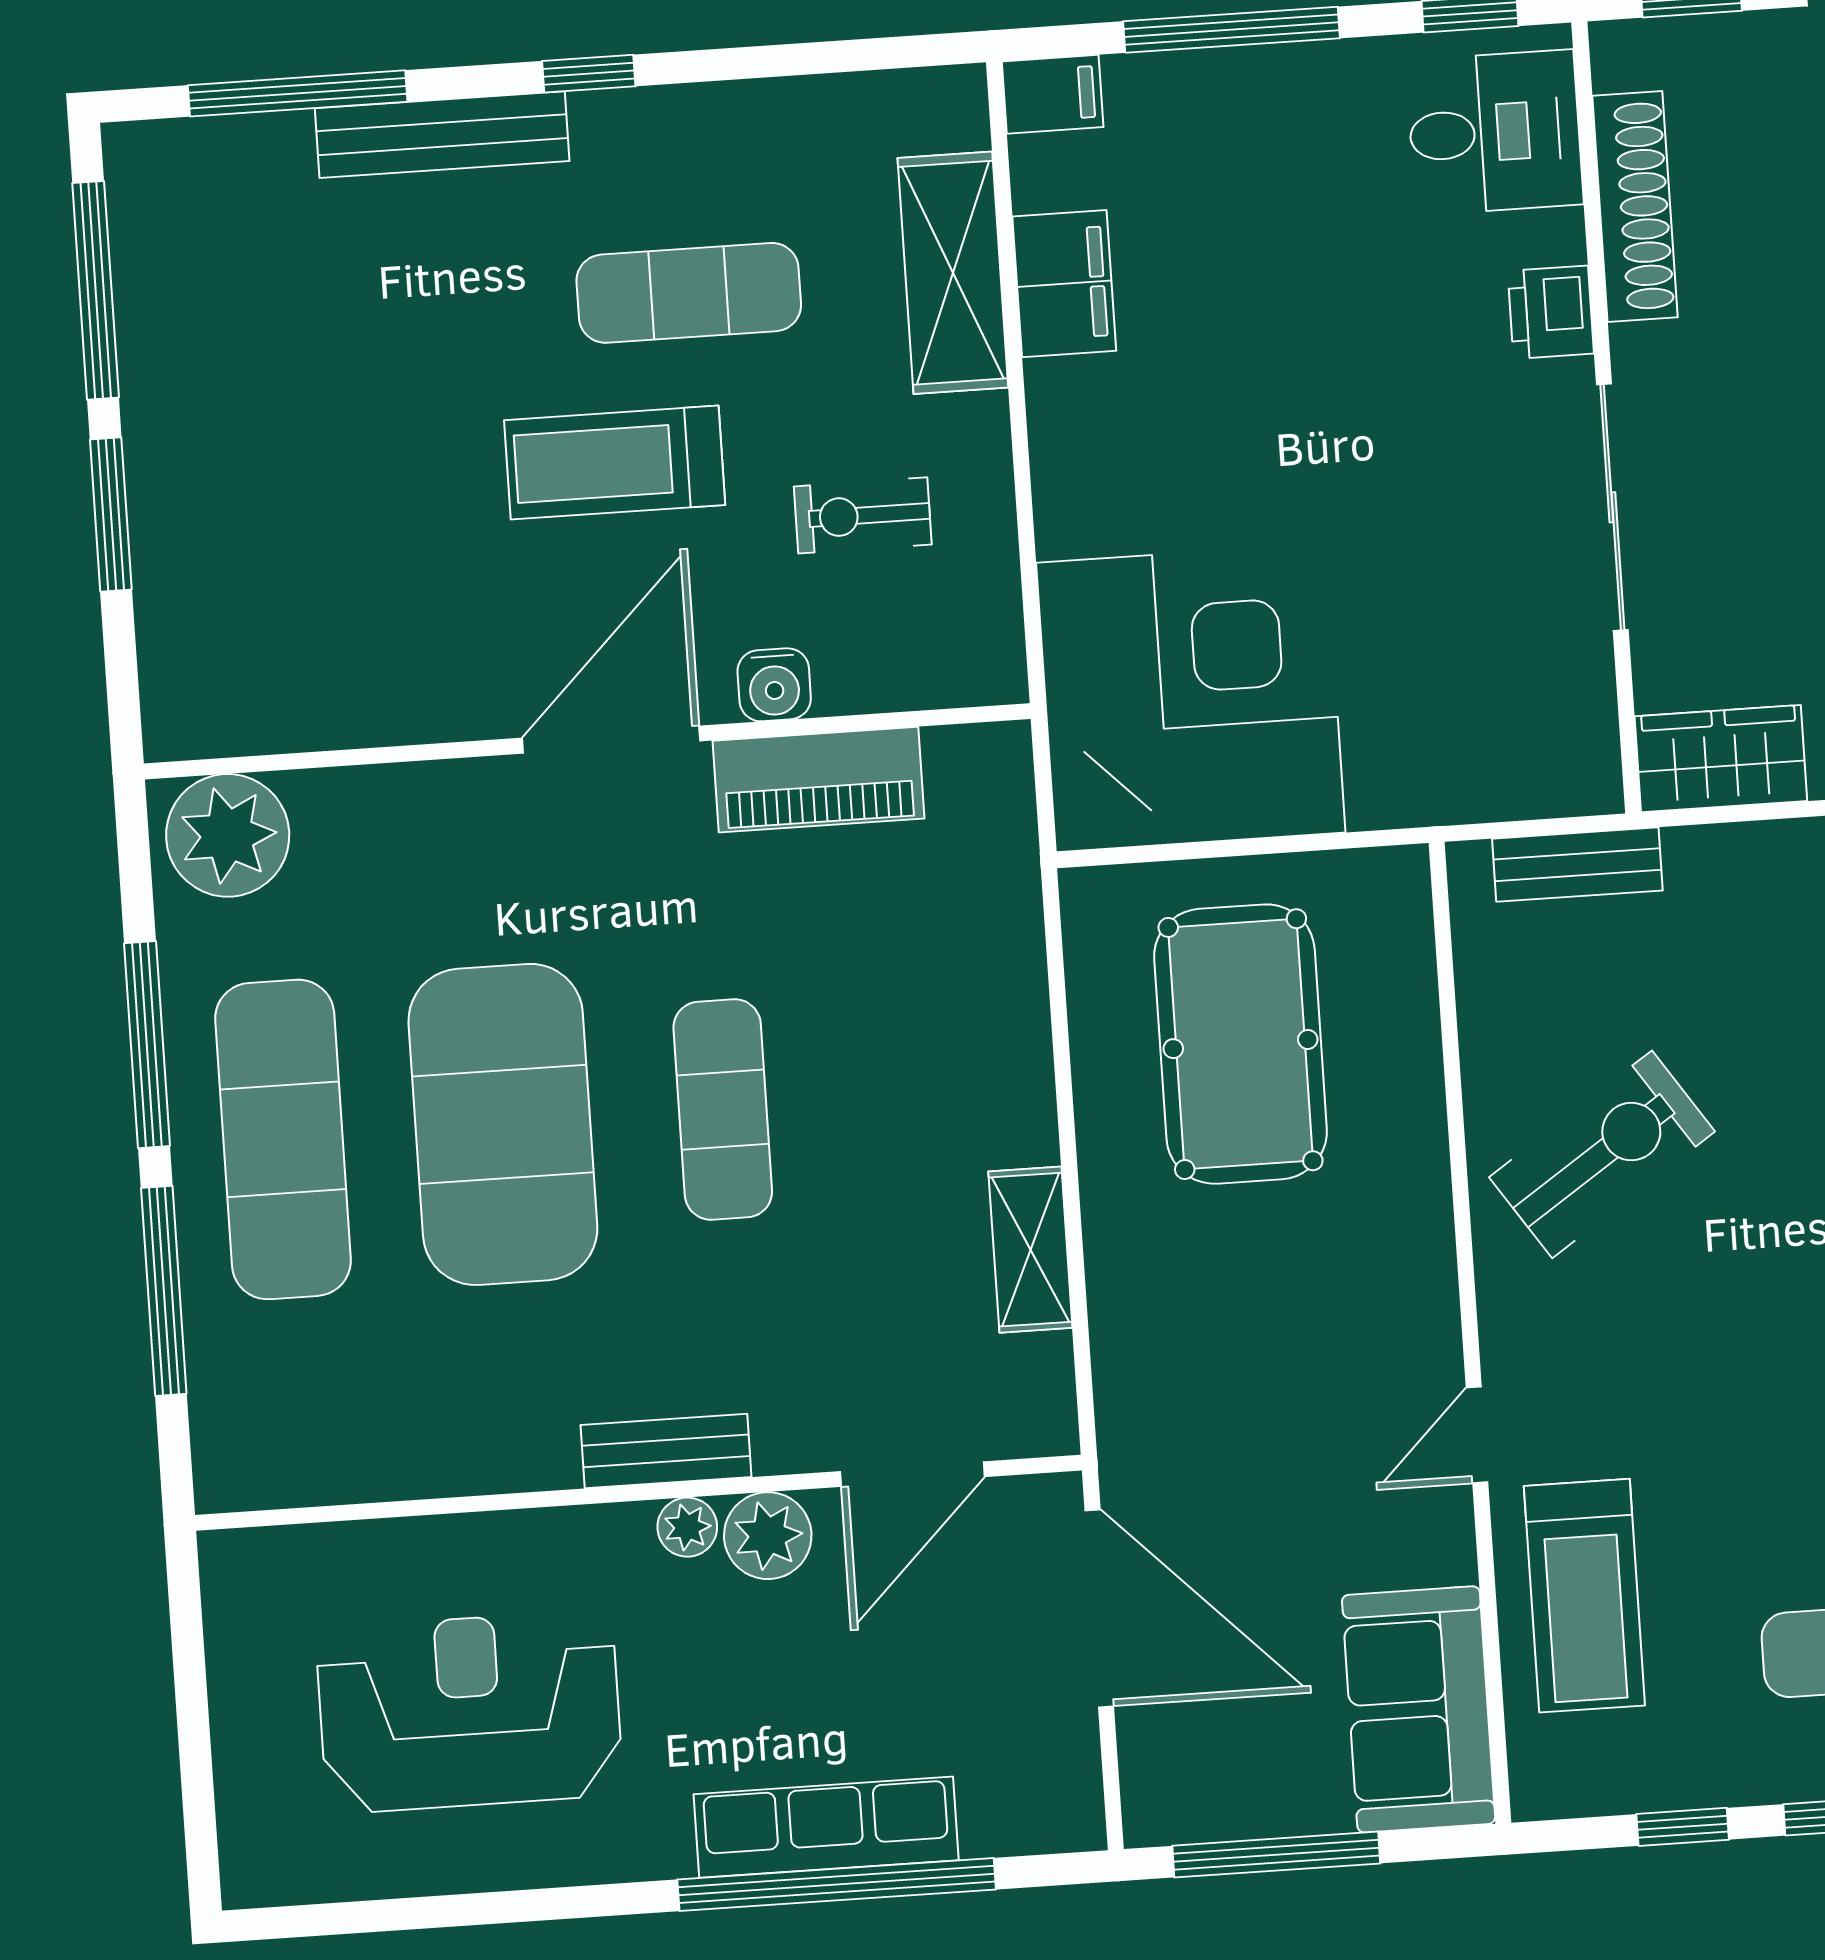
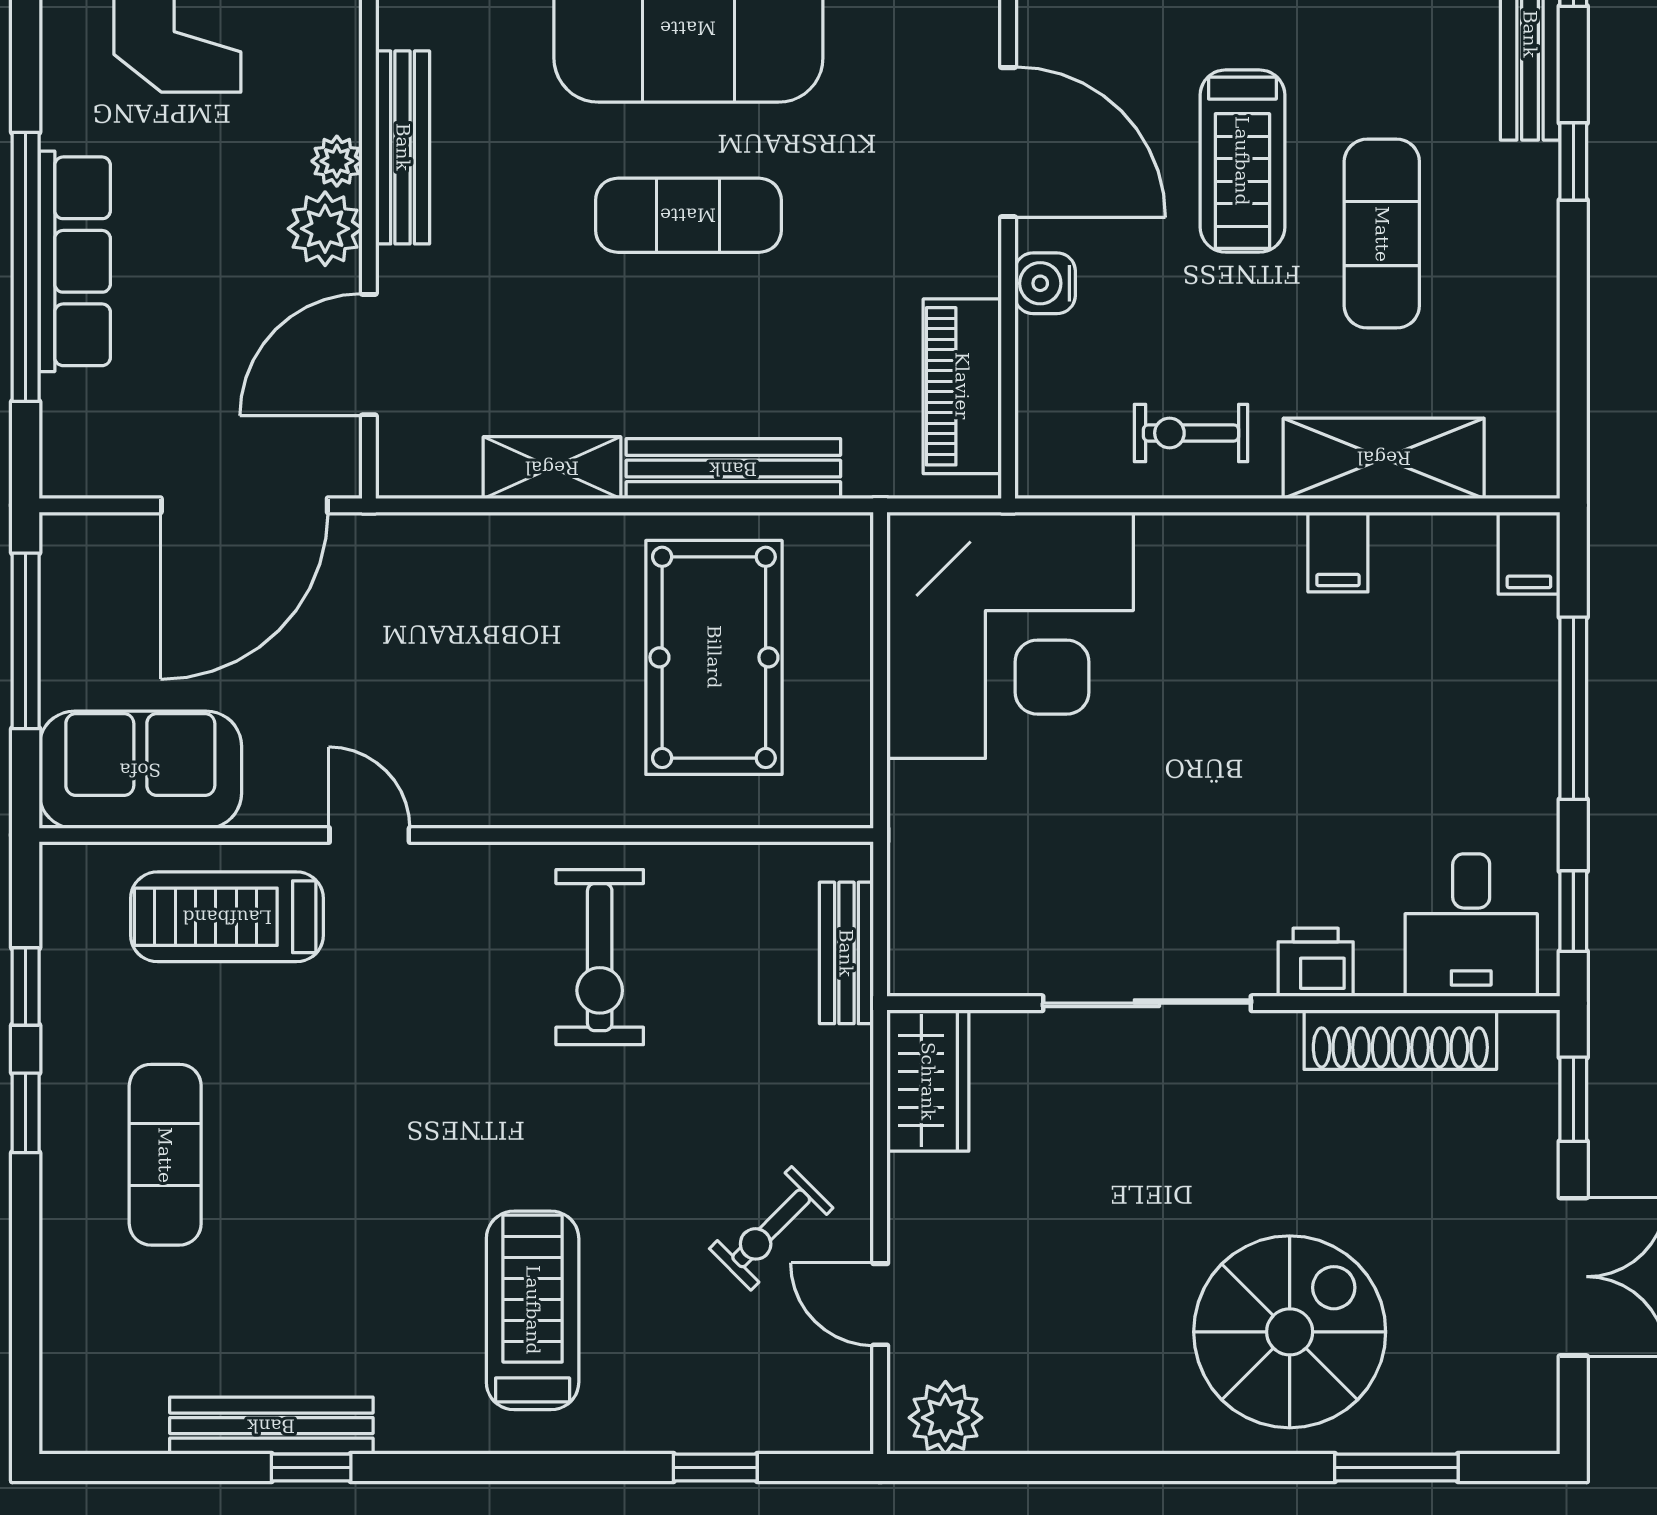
filing cabinet: (1064, 284) -> (1338, 552), width x0.50
treadmill: (615, 463) -> (1242, 161), turned 180
exercise bike: (863, 515) -> (1191, 433), moved, turned -90
piano: (818, 780) -> (962, 386), moved
bench: (1017, 1036) -> (733, 469), added
pool table: (1241, 1044) -> (714, 657), turned 90
exercise bike: (1602, 1154) -> (600, 957), turned 34
bench: (666, 1451) -> (403, 147), width x1.36
door: (912, 1474) -> (369, 355), hinge flipped

